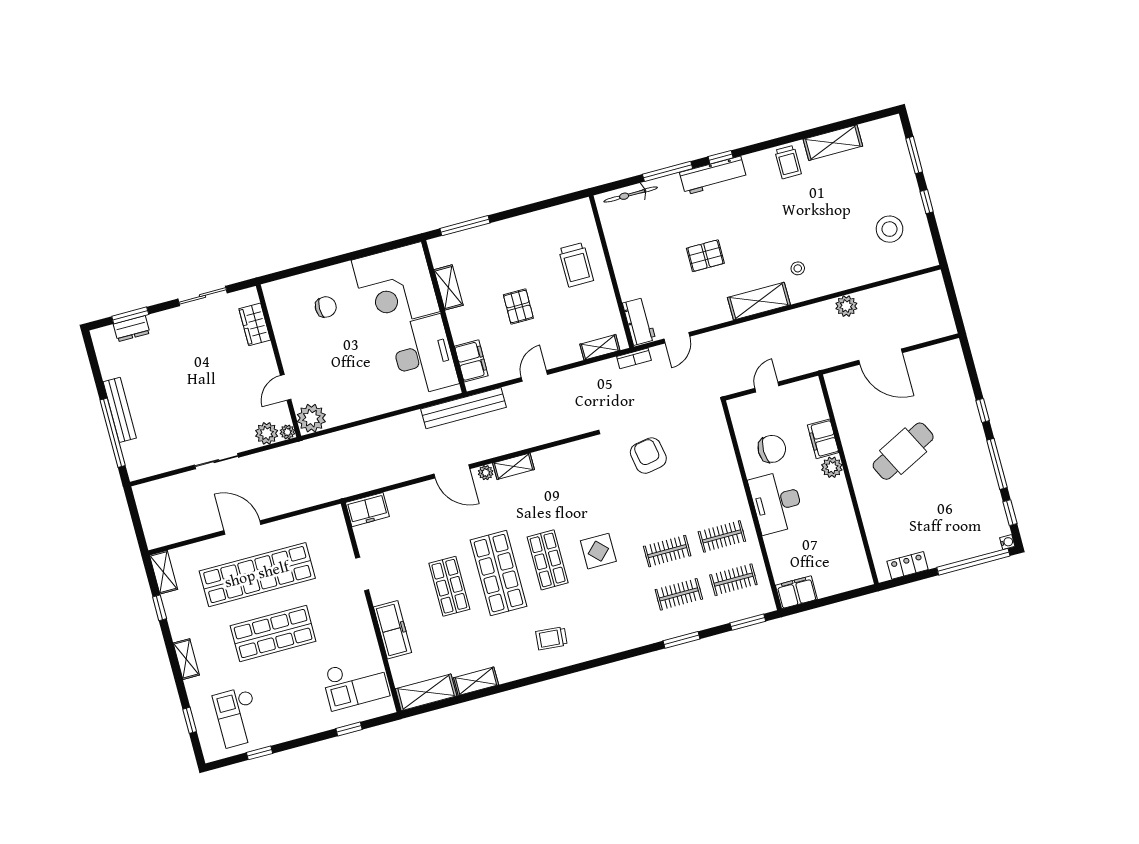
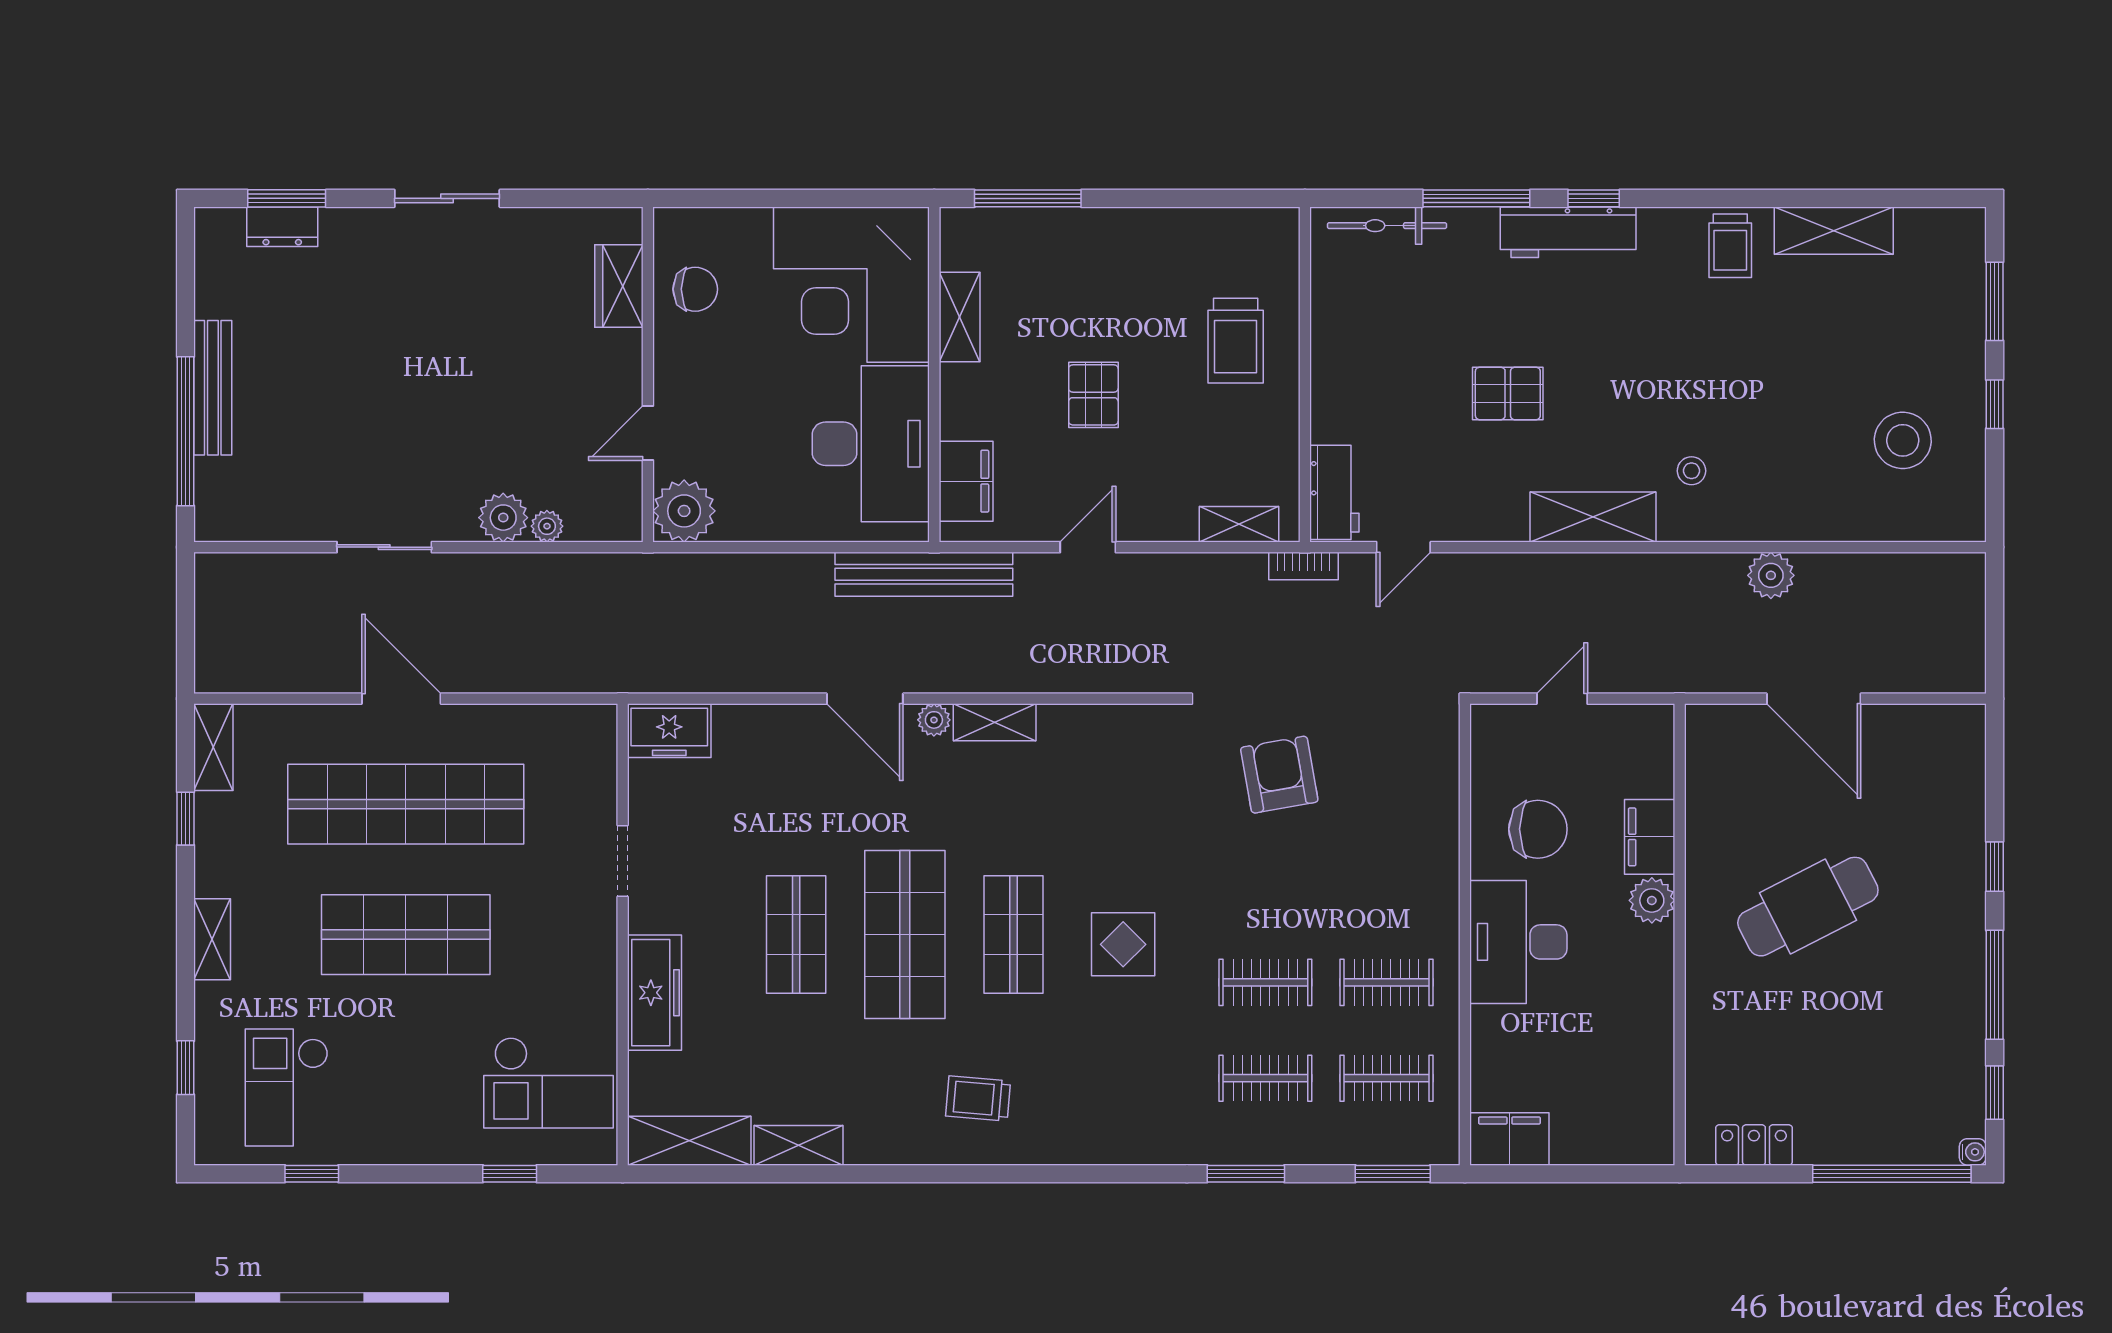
wardrobe: (255, 324) -> (619, 286), moved
wall: (278, 361) -> (648, 374), moved
door: (286, 387) -> (648, 433), moved
plant: (311, 418) -> (684, 511), moved

